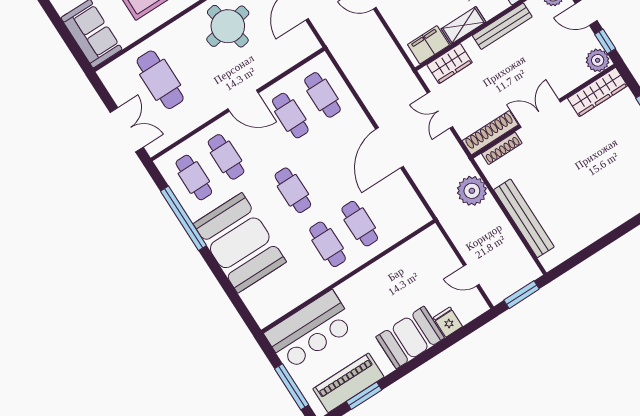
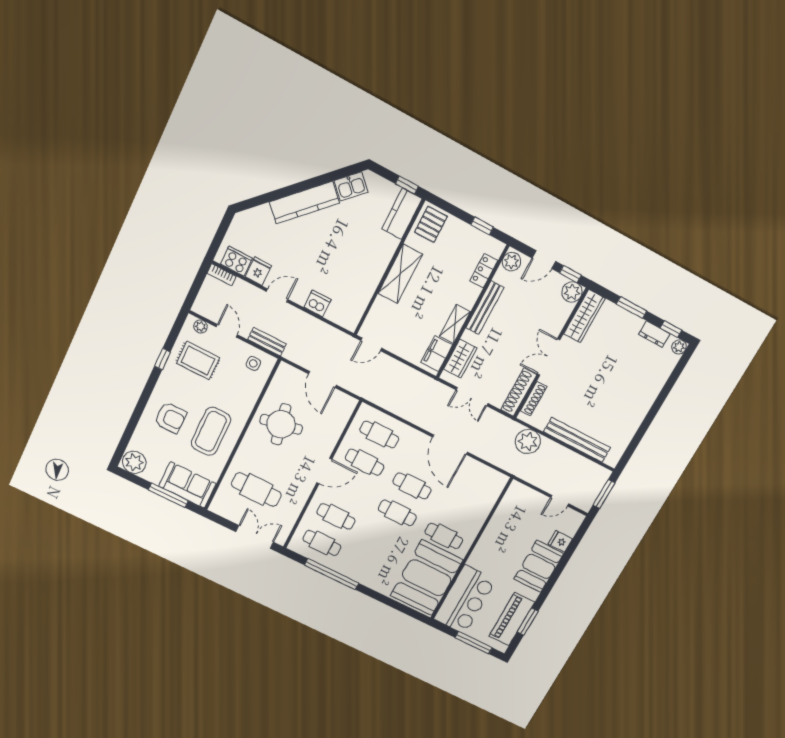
window: (64, 33) -> (168, 495), added
cafe table: (360, 224) -> (412, 486), moved
booth: (240, 243) -> (427, 578), moved, turned 90

